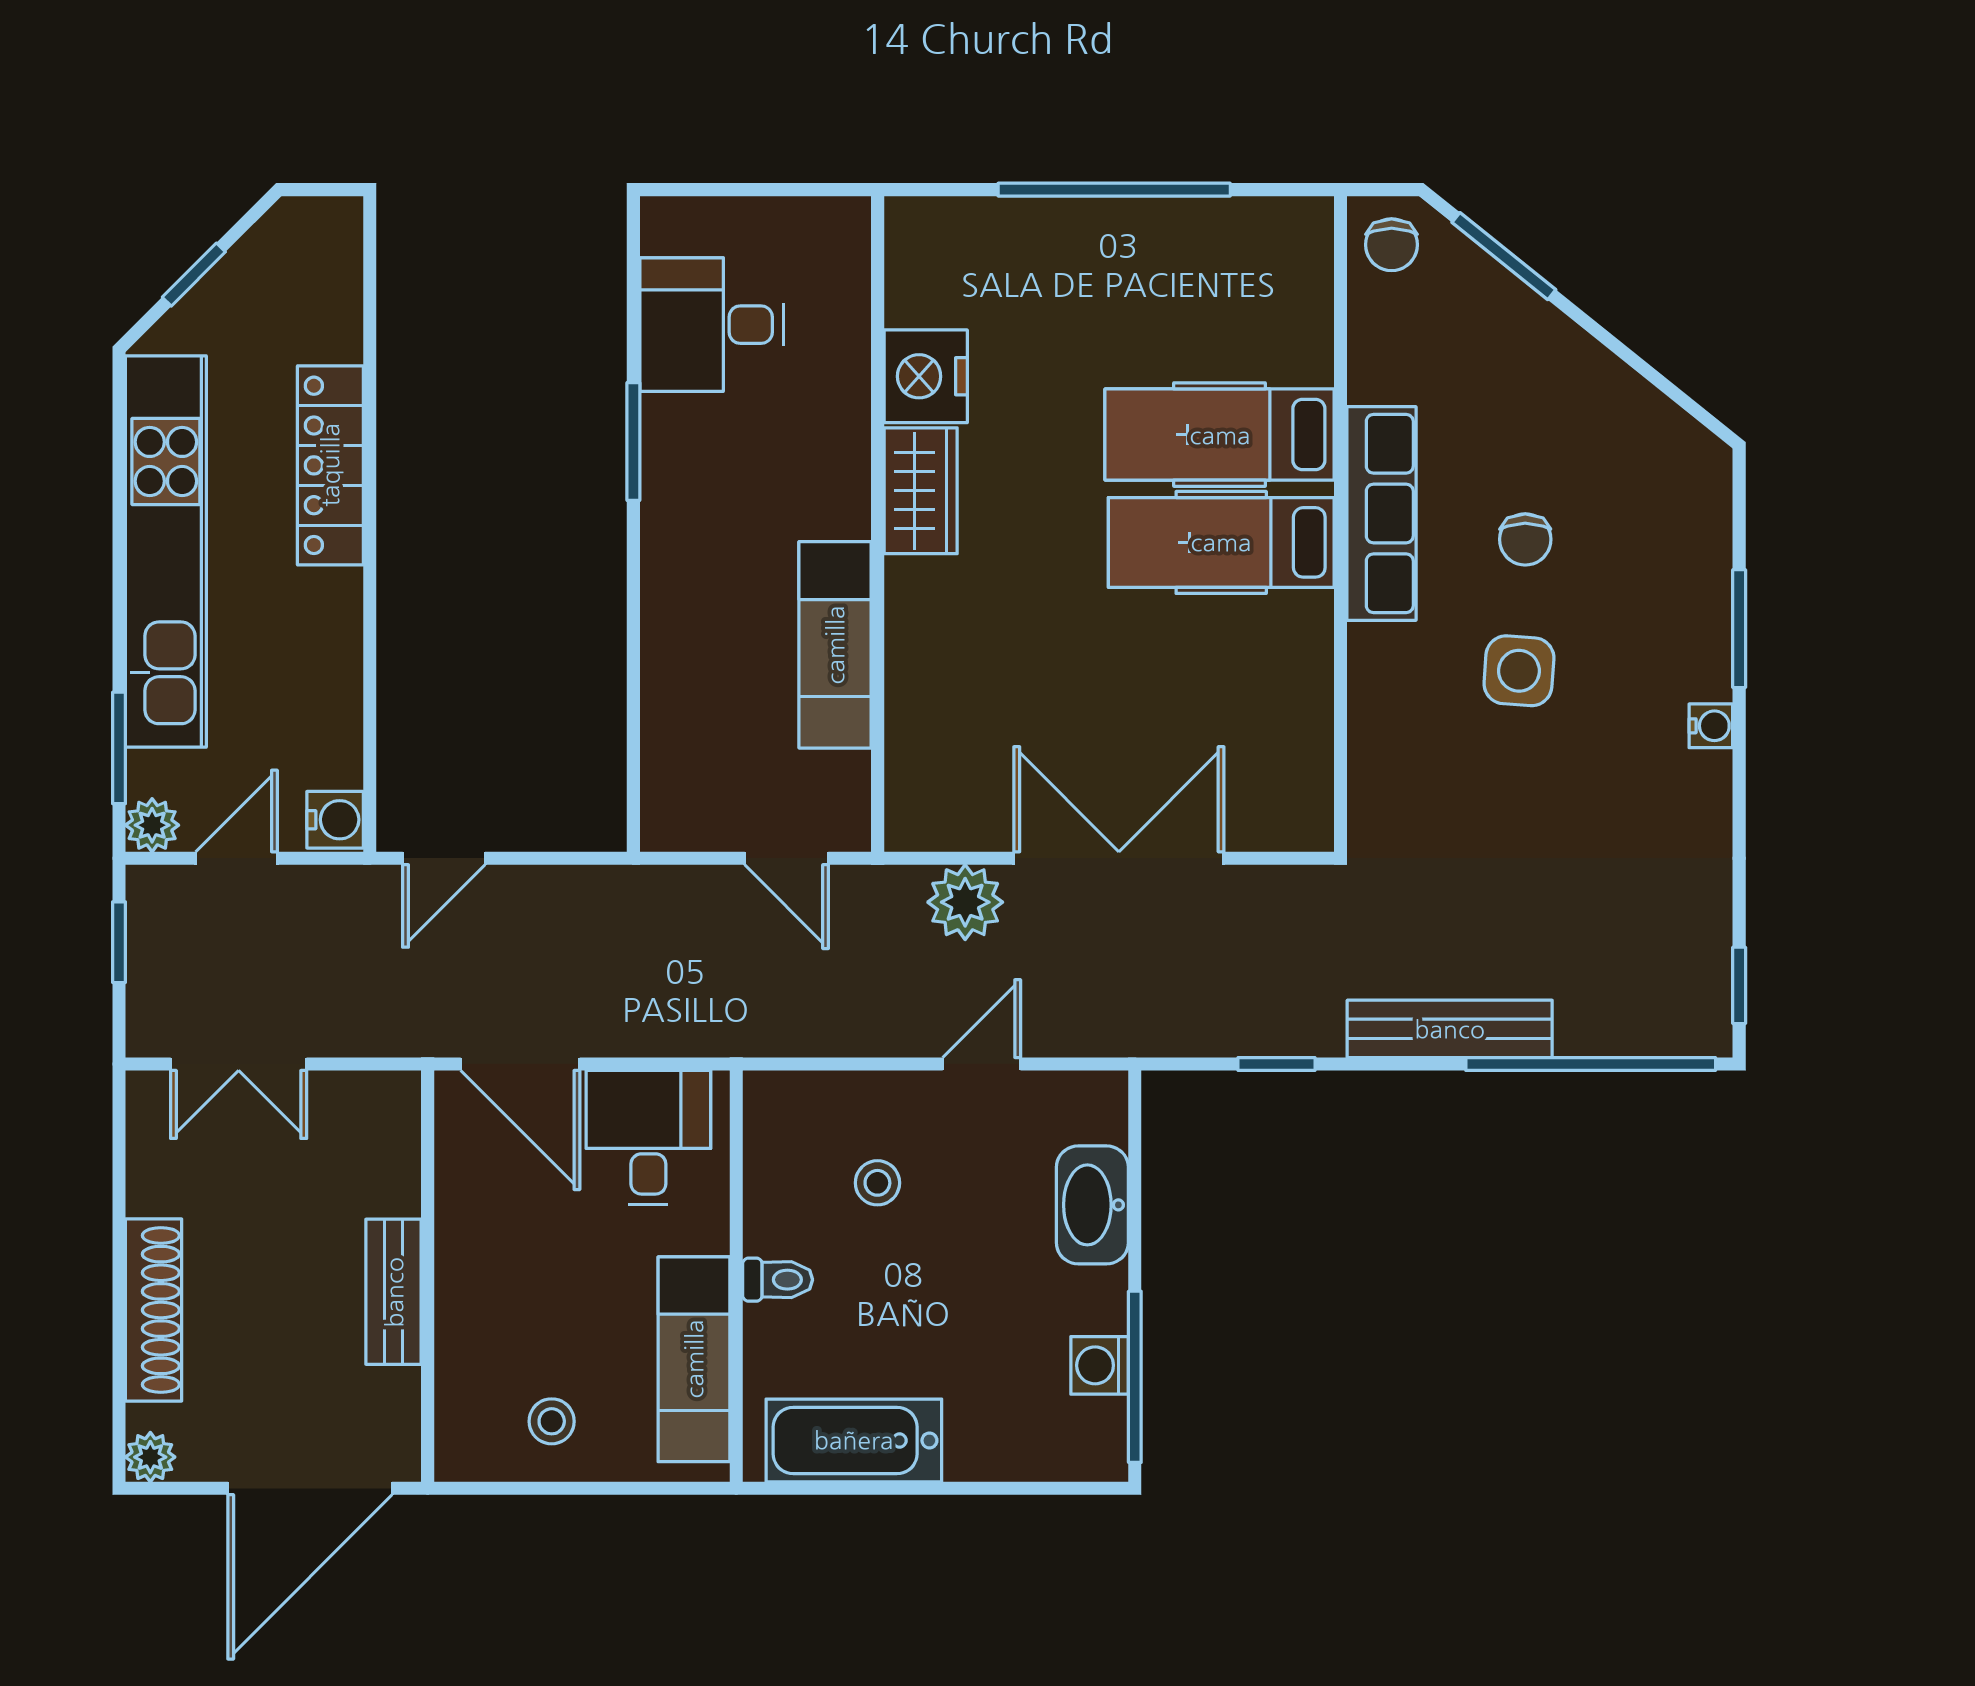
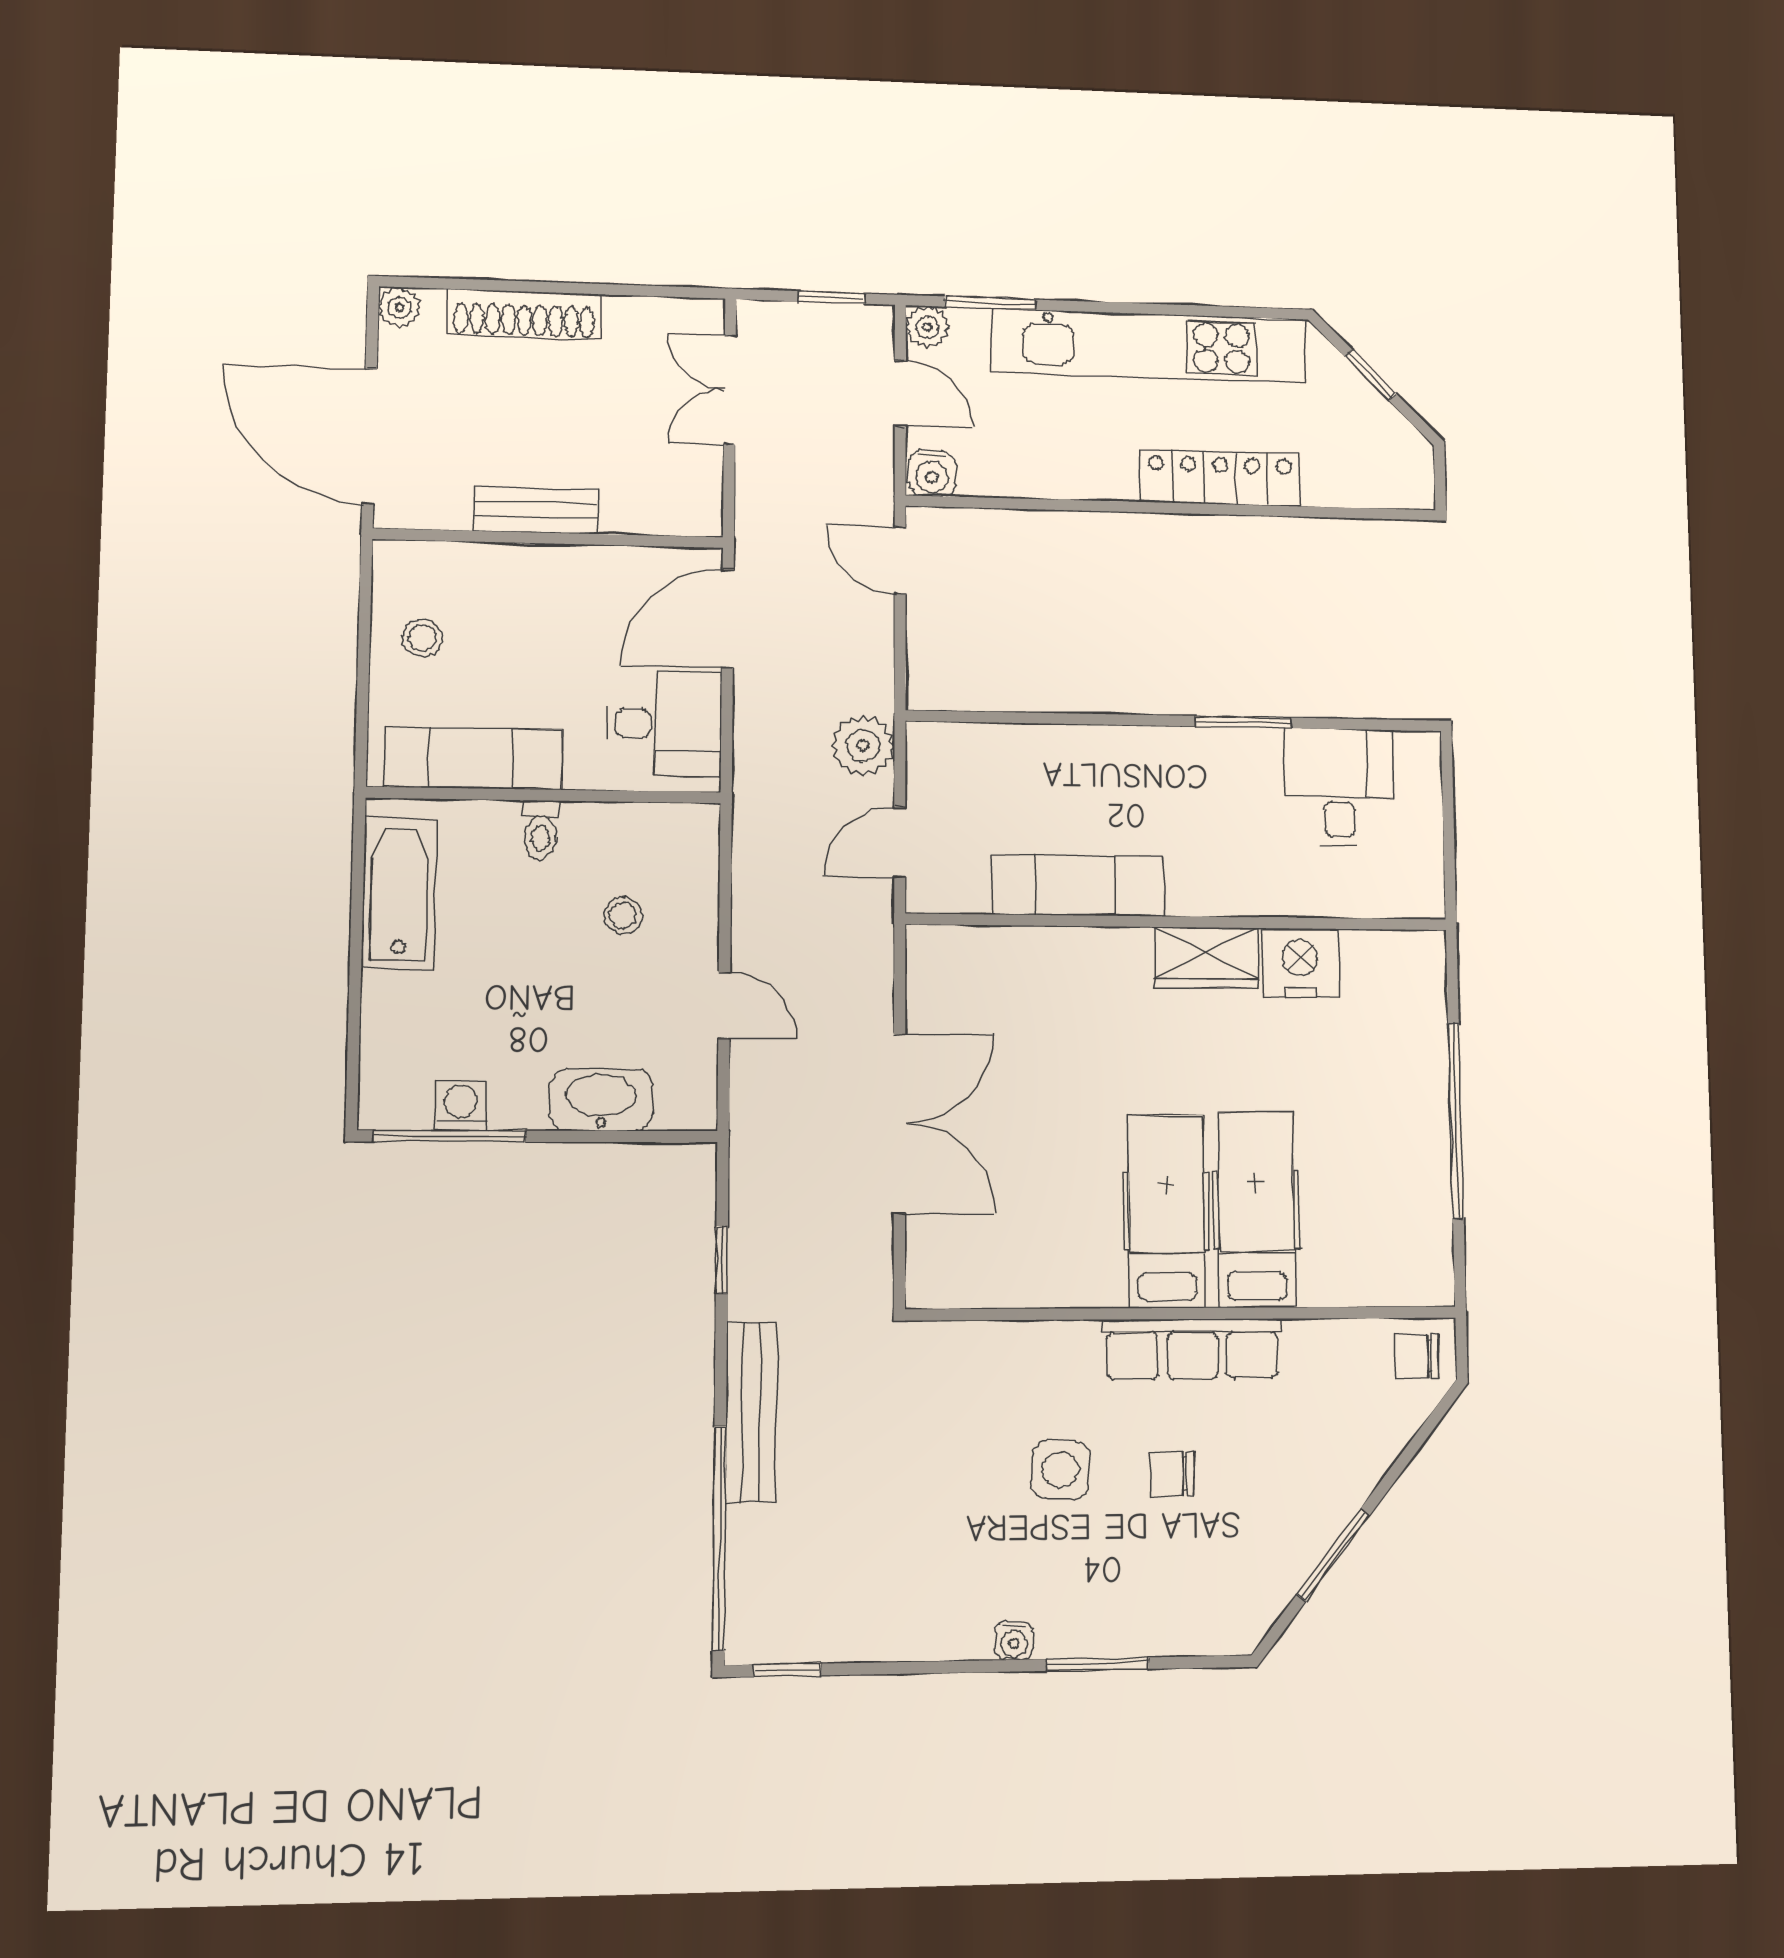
window: (1504, 256) -> (1333, 1555), moved
plant: (965, 902) -> (863, 745), moved

